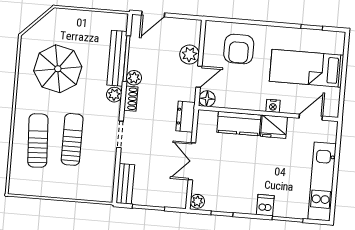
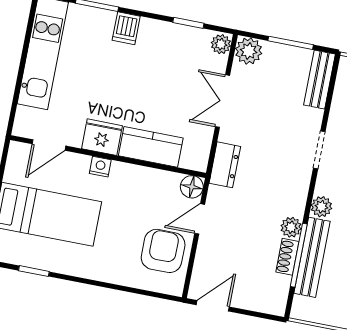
door: (153, 14) -> (213, 306), moved
armchair: (239, 49) -> (163, 251), moved
plant: (189, 55) -> (249, 51), moved
shoe rack: (131, 99) -> (287, 257), moved
double door: (192, 161) -> (223, 101), swing flipped

